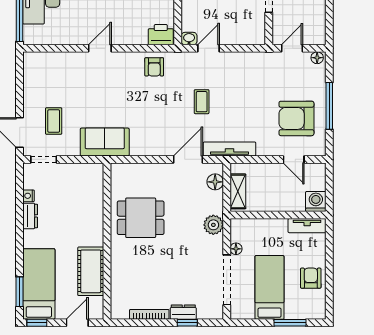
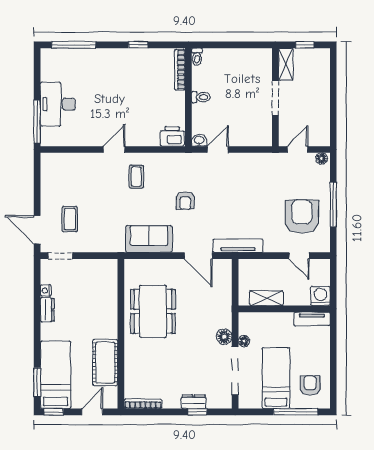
armchair: (154, 67) -> (185, 201), moved
coffee table: (202, 102) -> (136, 177), moved
armchair: (296, 118) -> (302, 217), turned 90
sofa: (105, 142) -> (149, 239), moved
door: (188, 159) -> (198, 256), swing flipped
floor lamp: (215, 182) -> (224, 337), moved
shelving: (238, 191) -> (266, 298), moved, turned 90
dining table: (141, 218) -> (153, 311), width x1.38
plant: (213, 225) -> (222, 318), removed
armchair: (311, 278) -> (310, 385), moved
bookcase: (149, 314) -> (143, 404), moved
window: (290, 323) -> (296, 412), width x1.44

